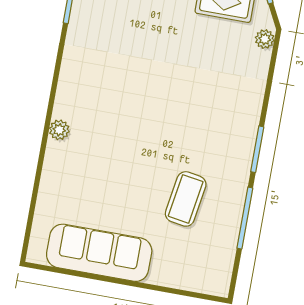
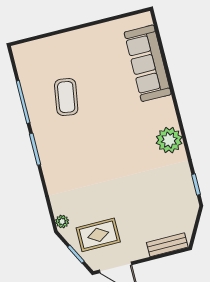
plant: (59, 130) -> (169, 140), moved, width x1.88, depth x1.88
sofa: (99, 253) -> (148, 63), moved, turned 90

